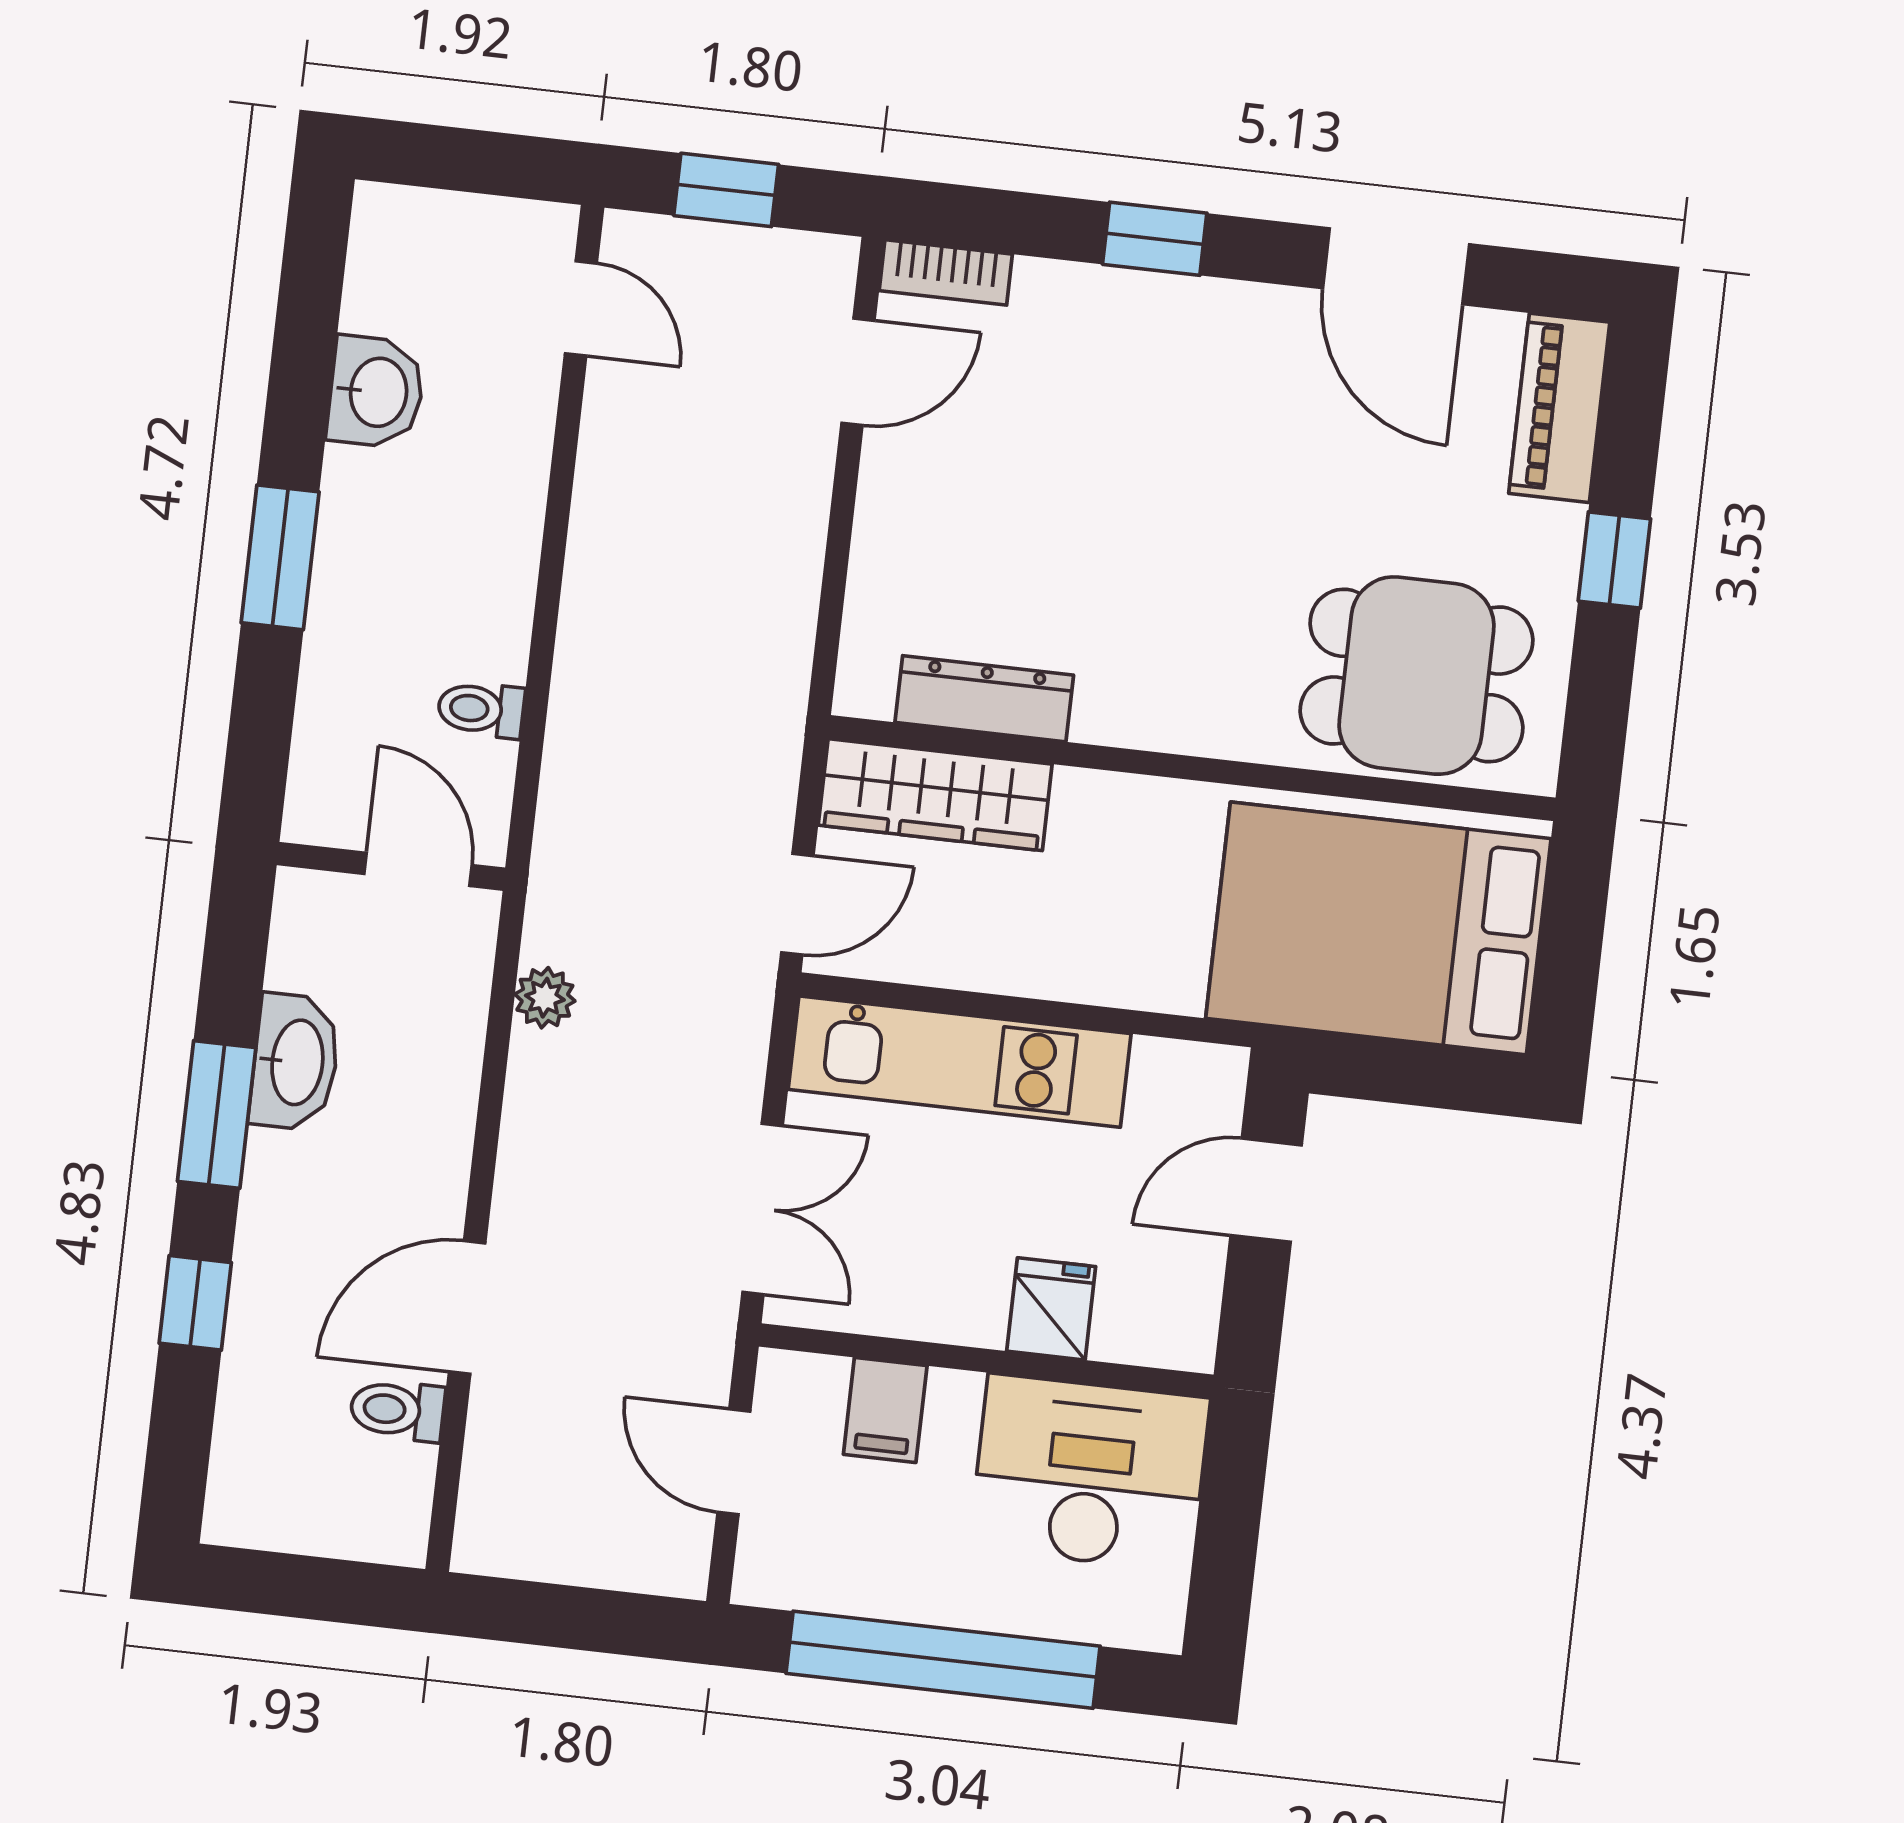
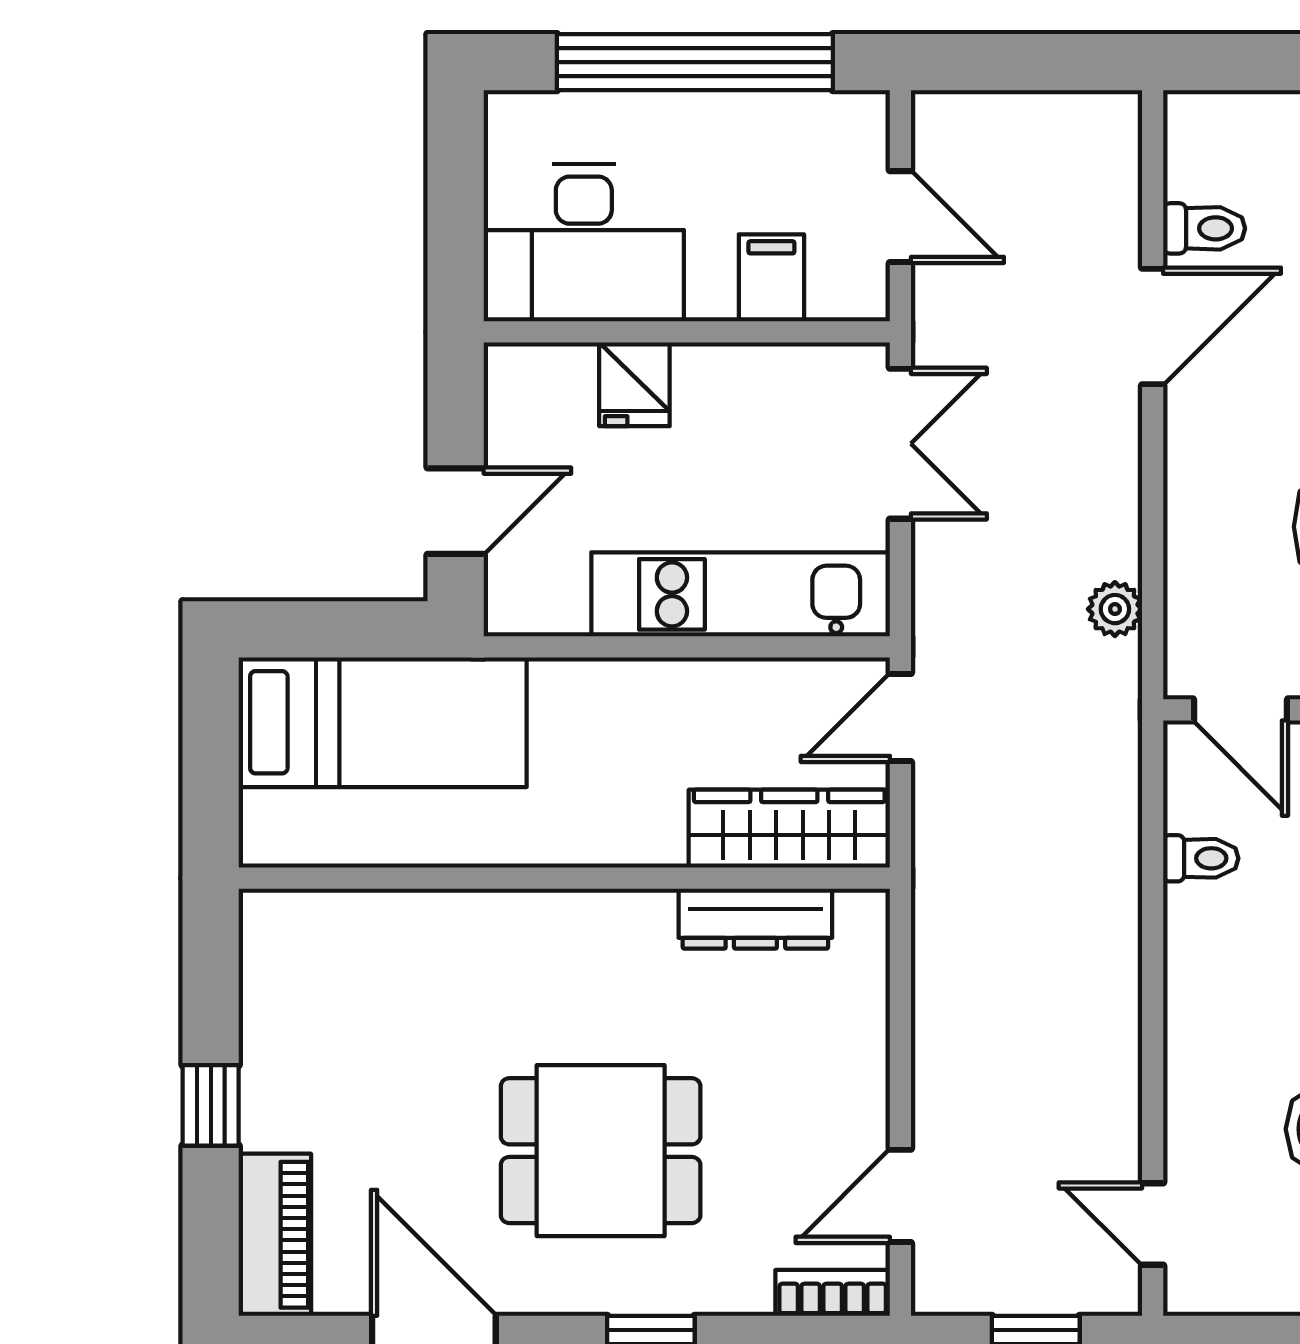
dining table: (1416, 676) -> (601, 1151), moved
bed: (1378, 928) -> (383, 722), width x0.67
double door: (763, 1209) -> (900, 444), swing flipped

